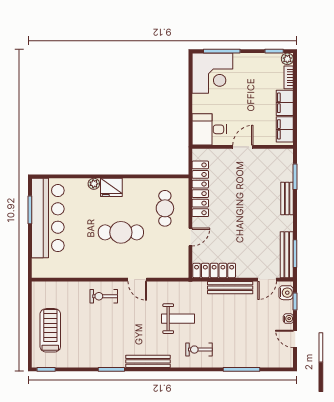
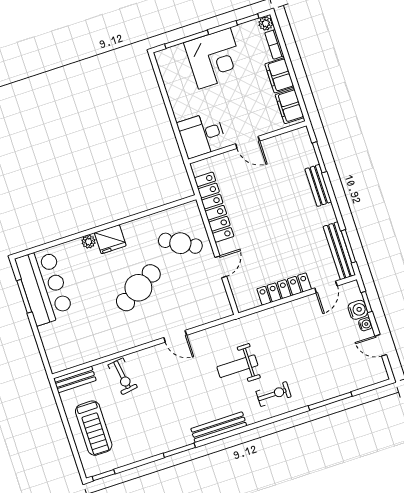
corner desk: (212, 73) -> (214, 58), moved
door: (243, 147) -> (248, 142), swing flipped
cafe table: (165, 208) -> (180, 243), turned -61
bar counter: (48, 218) -> (44, 286), width x0.73
cafe table: (121, 232) -> (138, 288), turned -30
locker: (214, 270) -> (284, 289), moved
bench: (230, 288) -> (75, 379), moved, width x0.73
water cooler: (286, 293) -> (358, 310), moved
exercise bike: (104, 296) -> (123, 376), moved, turned -98
weight bench: (178, 319) -> (237, 366), turned 180
treadmill: (50, 330) -> (94, 428), turned 180
exercise bike: (199, 350) -> (274, 394), turned 180

